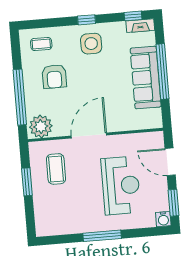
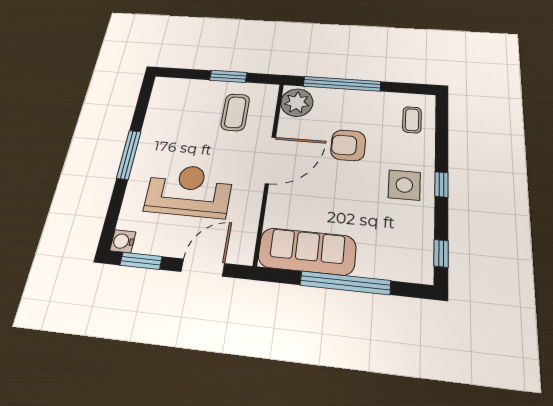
fireplace: (140, 26) -> (424, 262), removed
armchair: (54, 76) -> (348, 145), moved
sofa: (146, 78) -> (307, 251), moved
door: (89, 135) -> (270, 160), hinge flipped
coffee table: (56, 169) -> (235, 112), turned 90
reception desk: (121, 185) -> (189, 191), turned 180

